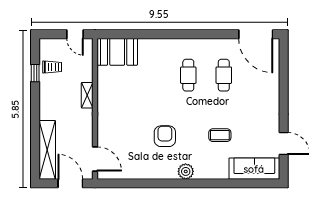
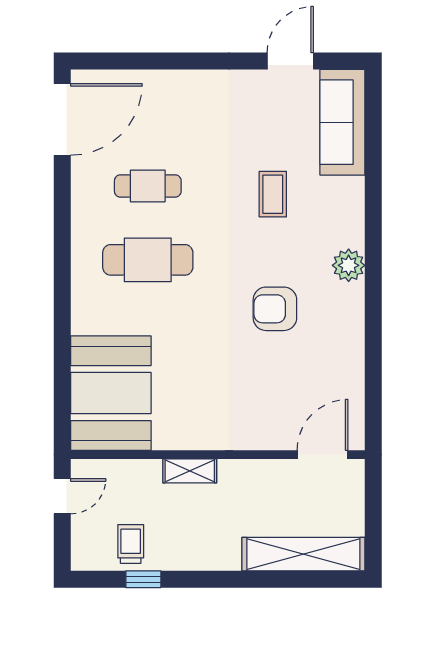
booth: (117, 52) -> (111, 393), width x1.36, depth x1.42
cafe table: (188, 75) -> (148, 260), width x1.37, depth x1.35
door: (70, 183) -> (373, 506), removed

